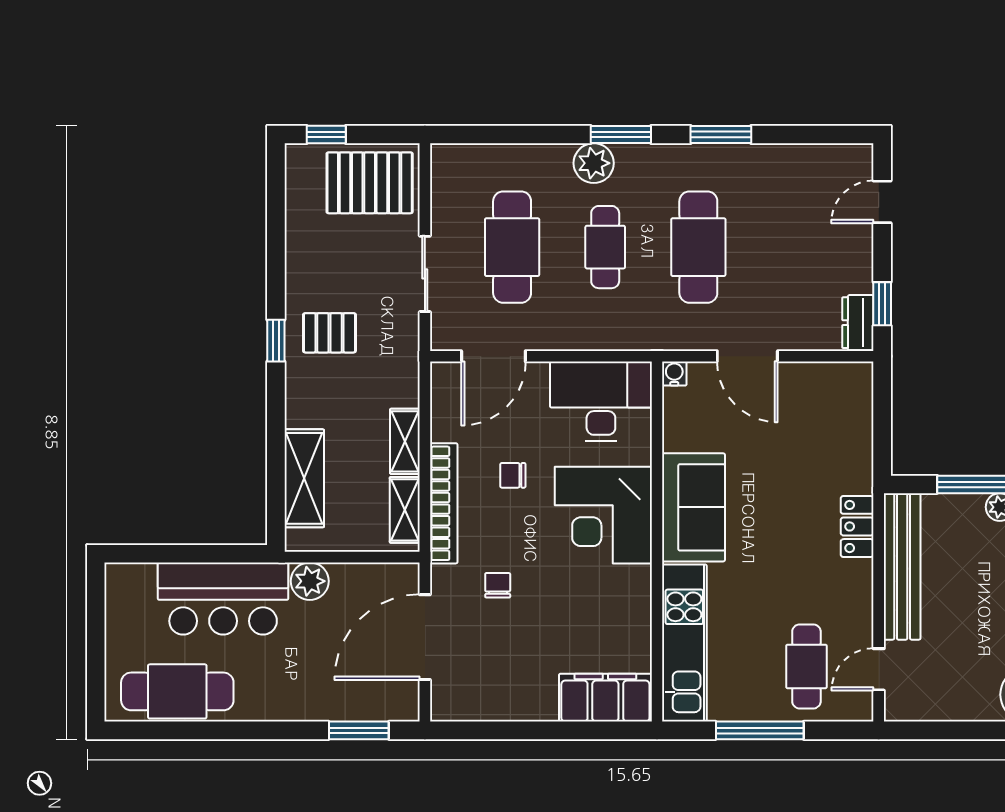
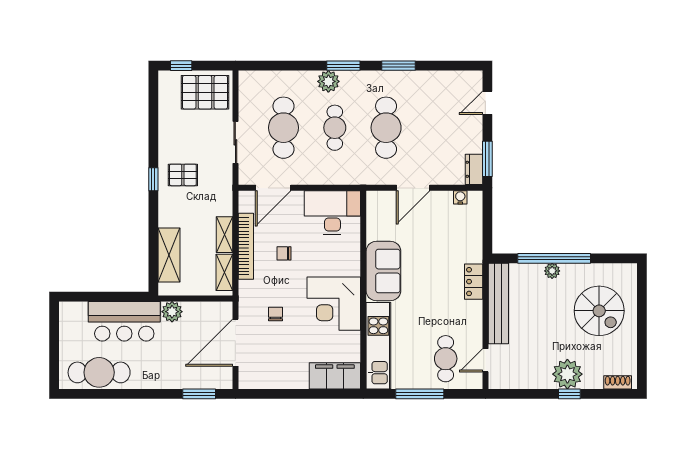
window: (882, 304) -> (487, 159), width x1.50
door: (747, 356) -> (413, 188), hinge flipped
water cooler: (674, 374) -> (460, 197), moved
bookcase: (444, 503) -> (246, 246), moved
corner desk: (603, 515) -> (334, 304), moved

